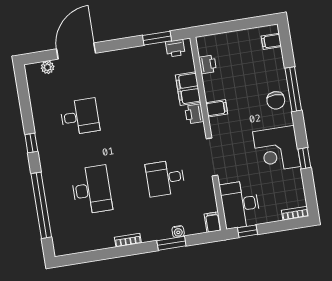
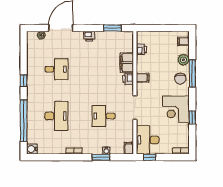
printer: (175, 48) -> (89, 36), moved
plant: (276, 70) -> (183, 60), added
water cooler: (61, 248) -> (32, 149), added

